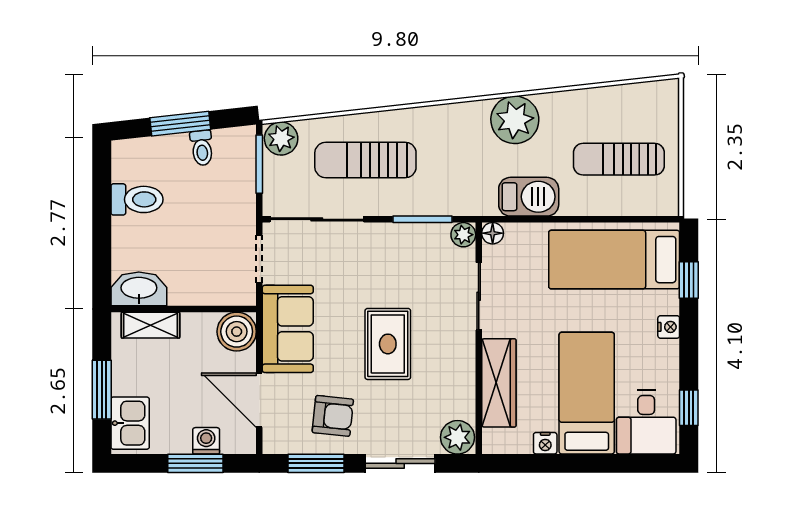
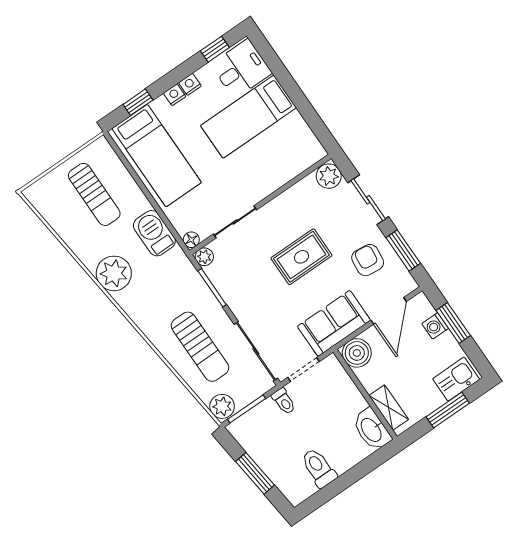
toilet: (202, 148) -> (284, 401), moved, turned 96
wardrobe: (499, 383) -> (279, 174), removed
nightstand: (545, 443) -> (190, 84), moved, turned -90

